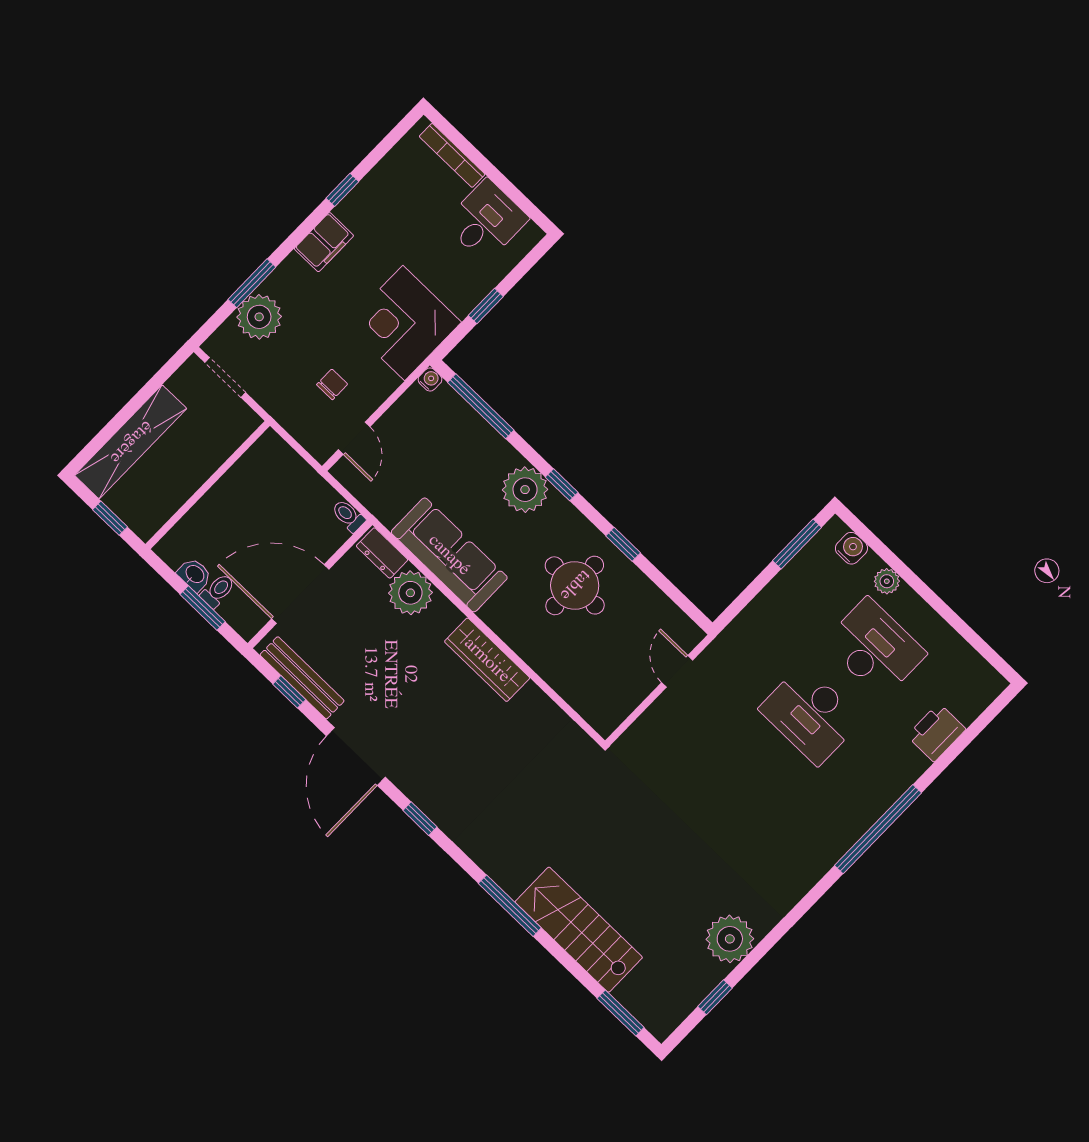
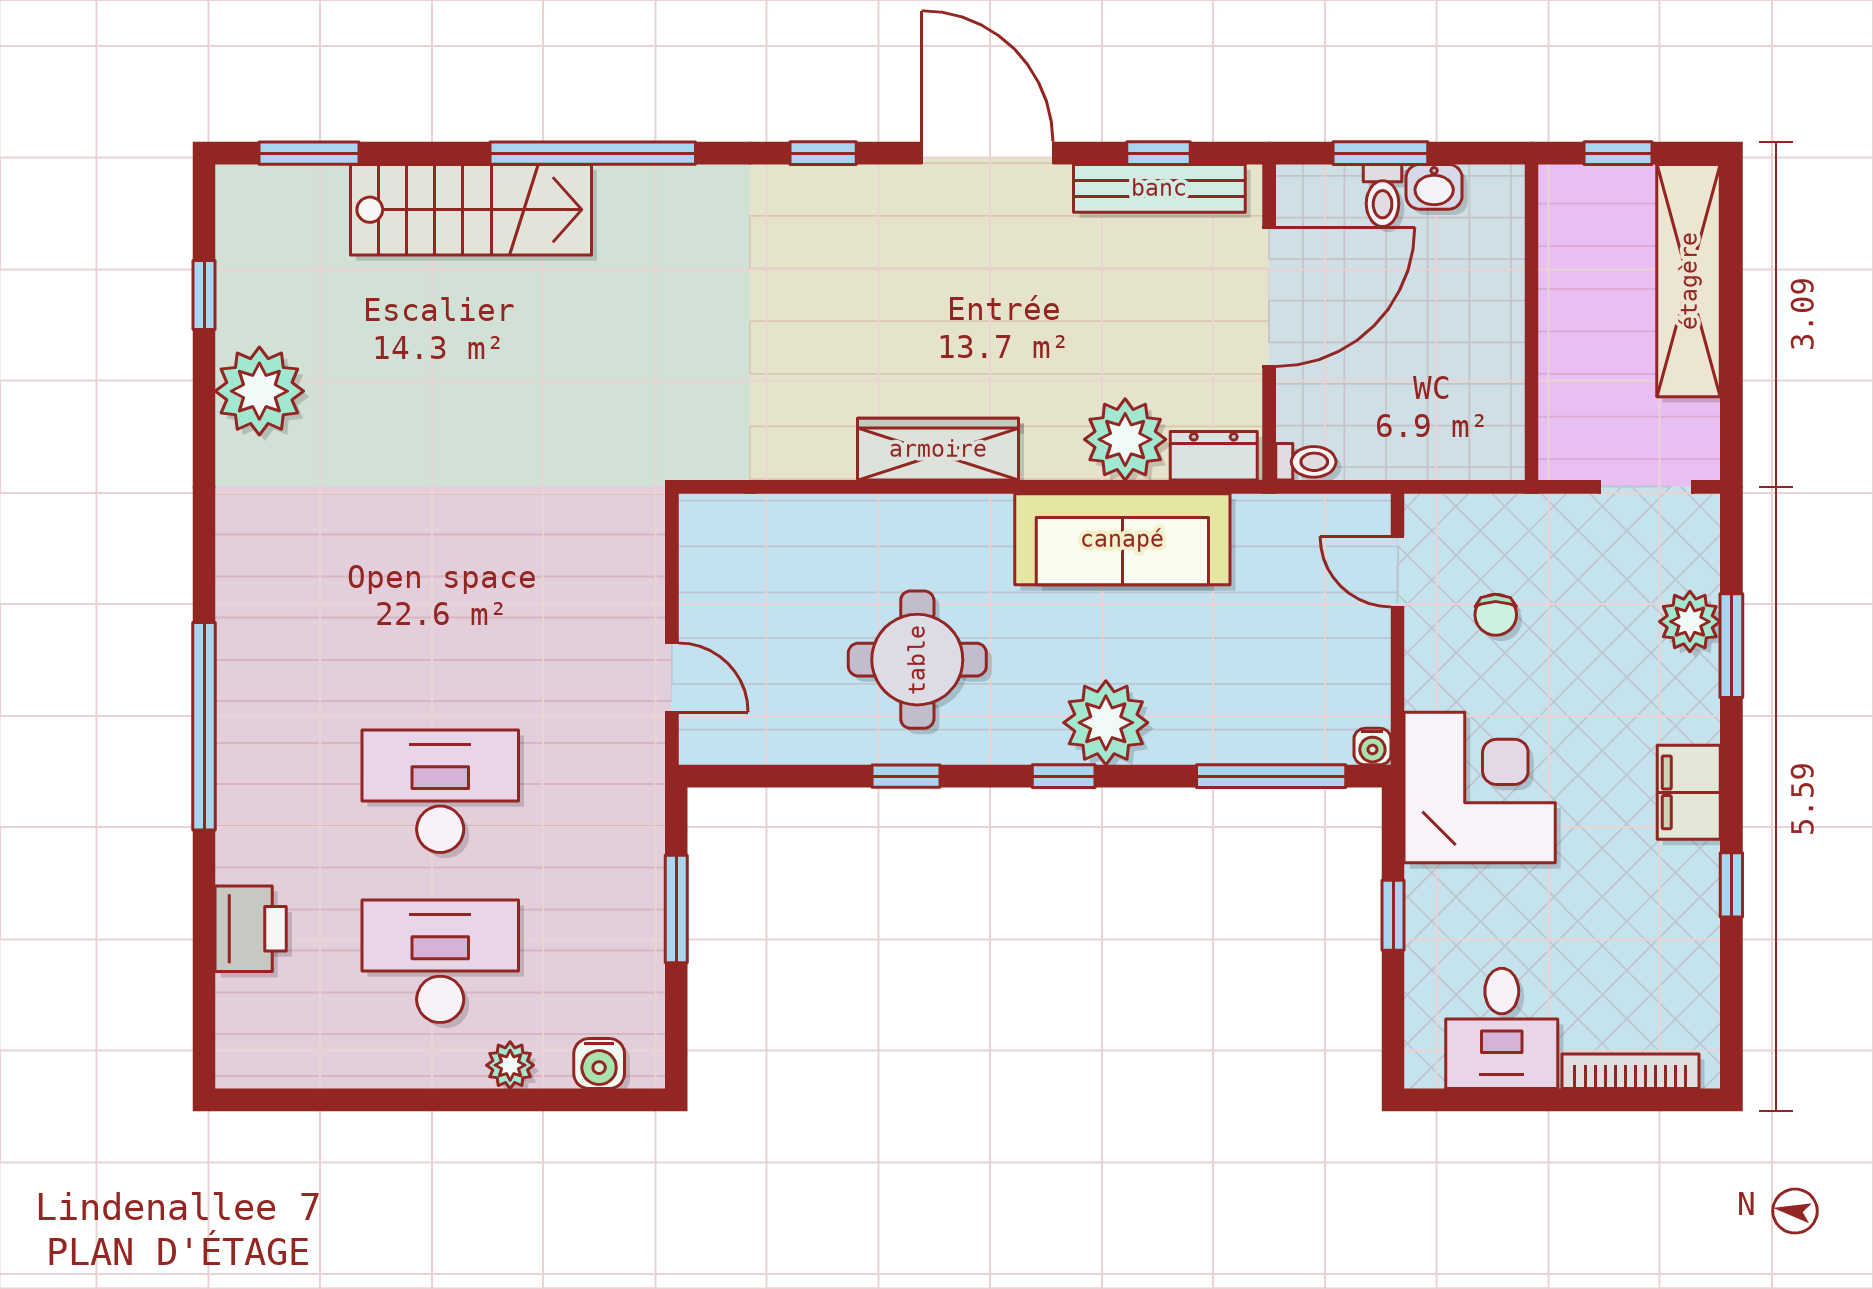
plant: (259, 317) -> (1690, 622), width x0.73, depth x0.73
window: (797, 544) -> (676, 909), moved
desk: (875, 648) -> (440, 961), turned 180
window: (510, 906) -> (593, 153), width x1.46

